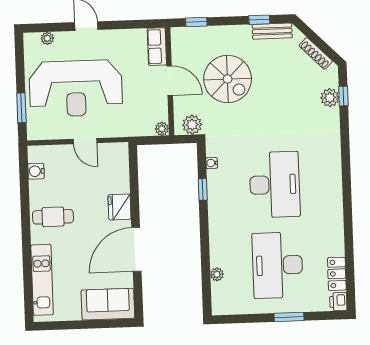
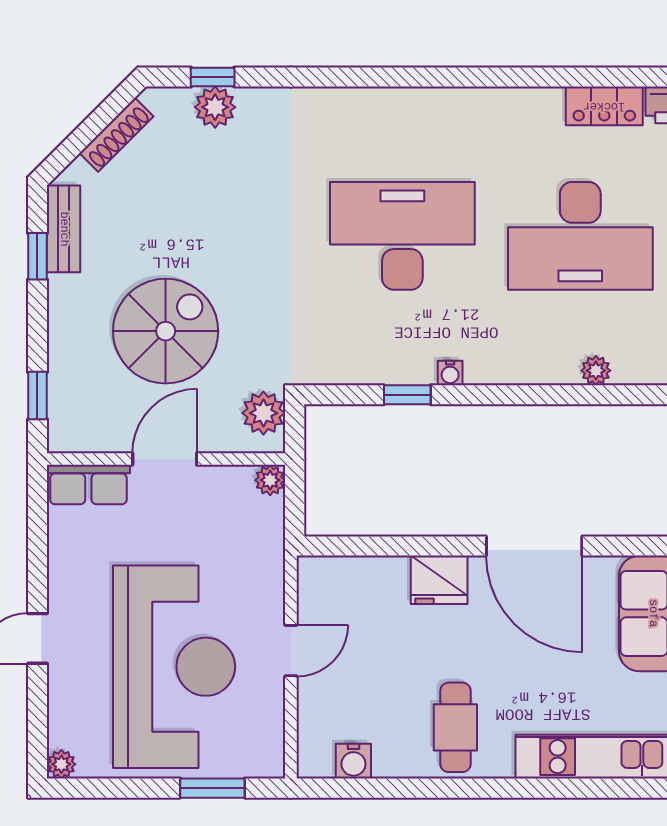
plant: (47, 38) -> (61, 764), moved
water cooler: (212, 163) -> (450, 373), moved

